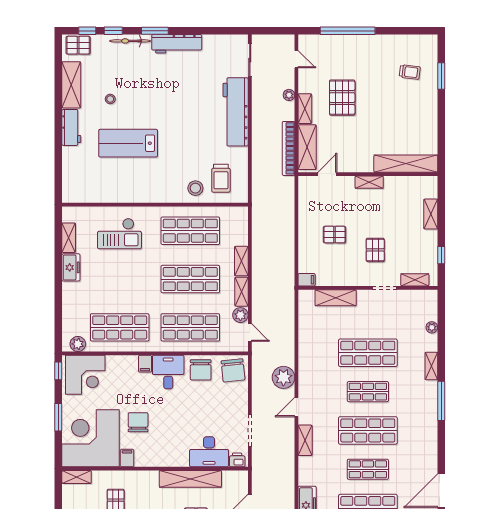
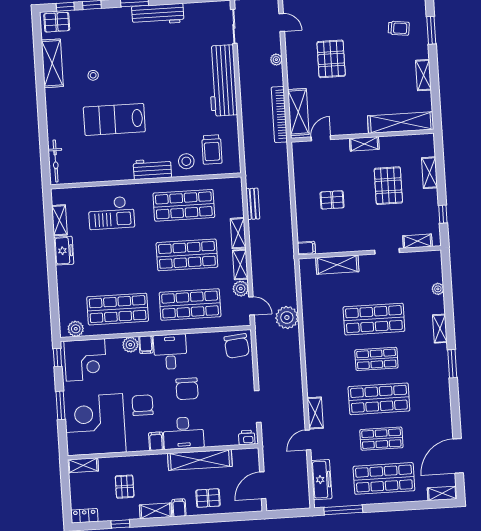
bicycle: (130, 41) -> (56, 161), moved, turned -90
shelving: (305, 109) -> (423, 75), moved
workbench: (71, 127) -> (152, 169), moved, turned -90
bench: (257, 233) -> (253, 204), added
pallet: (375, 250) -> (388, 186), moved, width x1.50, depth x1.42
plant: (130, 363) -> (130, 345), added
chair: (201, 370) -> (187, 389), moved
plant: (283, 377) -> (287, 318), moved
window: (441, 401) -> (452, 364), width x0.69
door: (296, 407) -> (308, 440), moved
desk: (209, 452) -> (183, 433), moved
filing cabinet: (127, 458) -> (156, 441), moved

